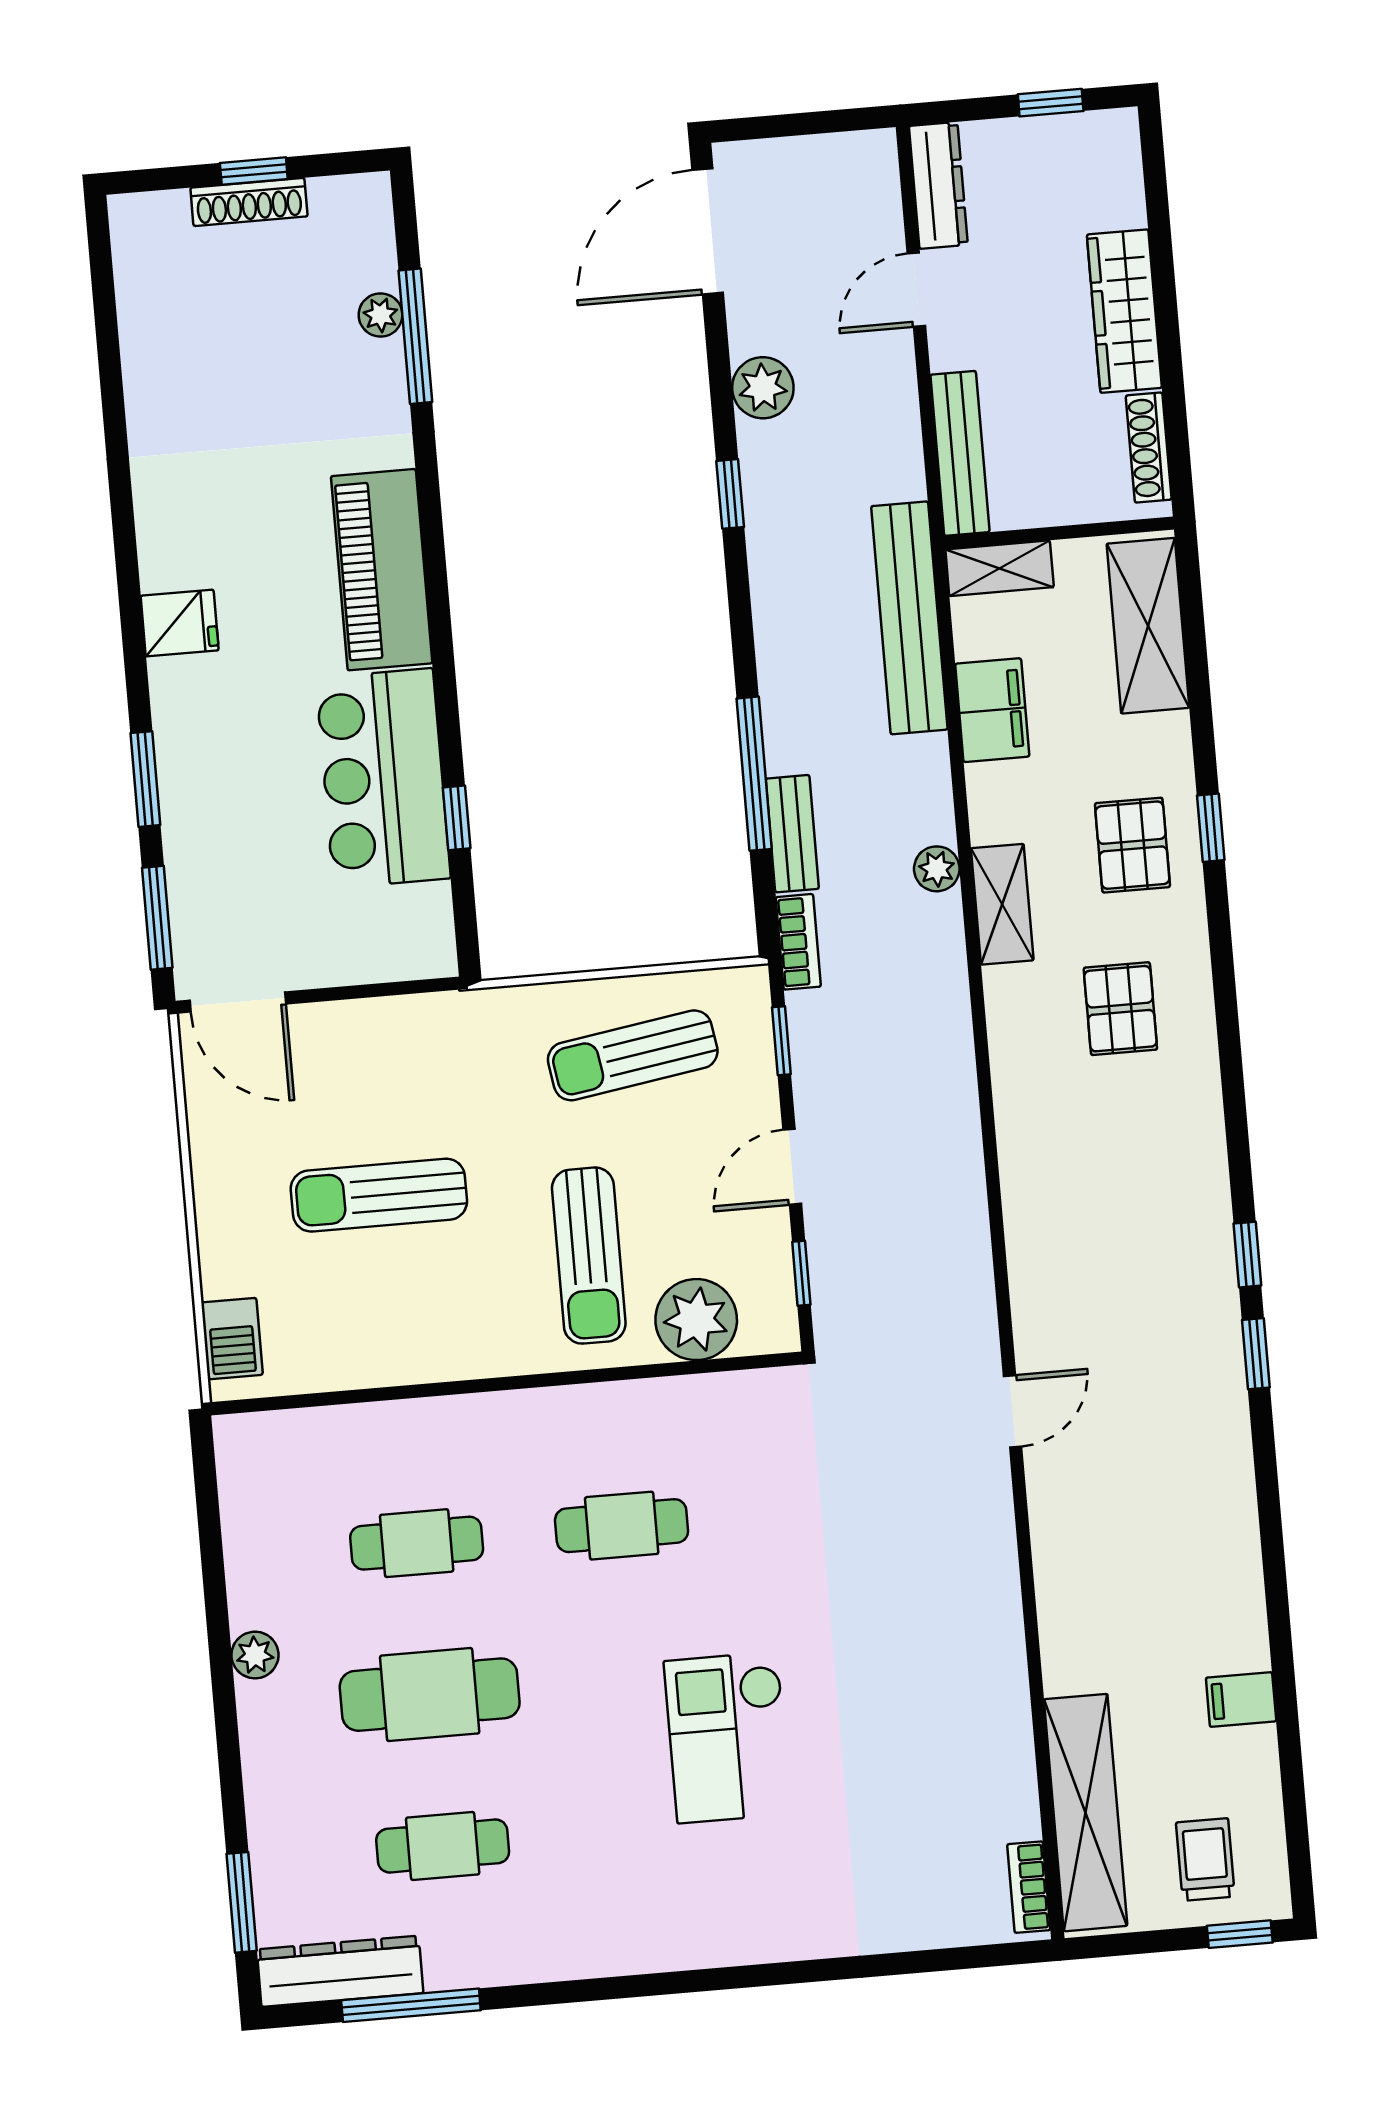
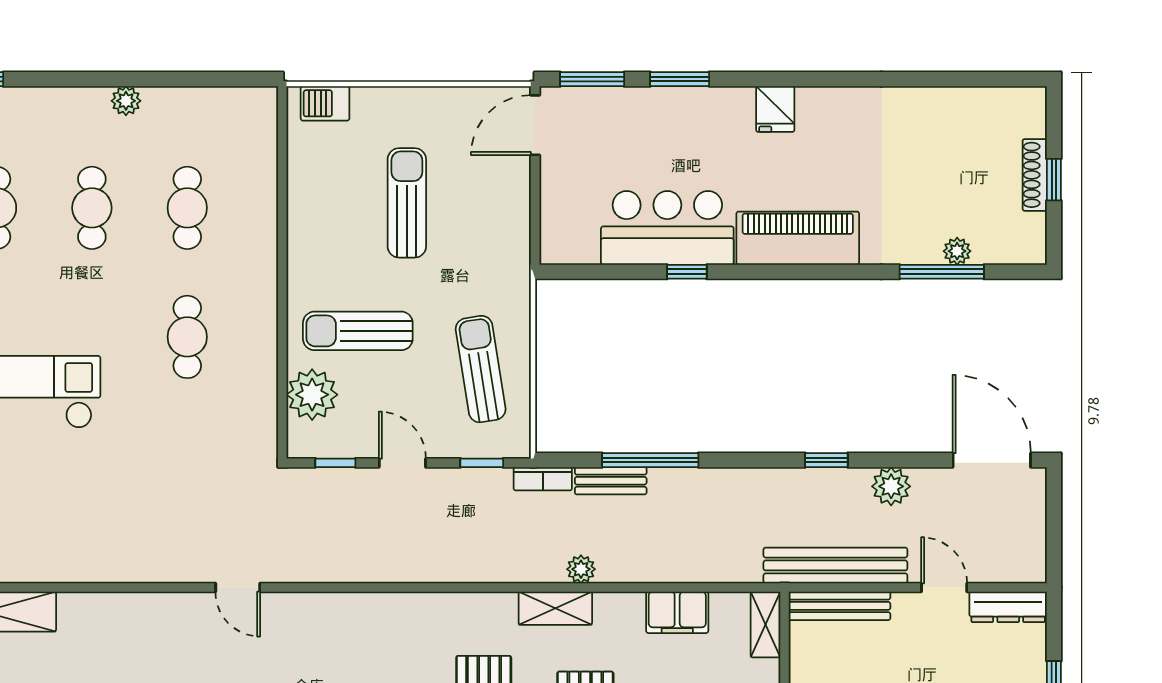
bench: (909, 618) -> (835, 565), moved
window: (457, 818) -> (687, 272), moved
cafe table: (430, 1695) -> (92, 208), width x0.73, depth x0.74

